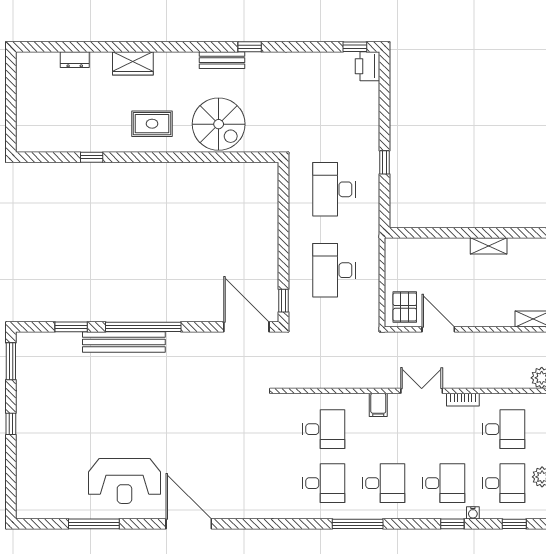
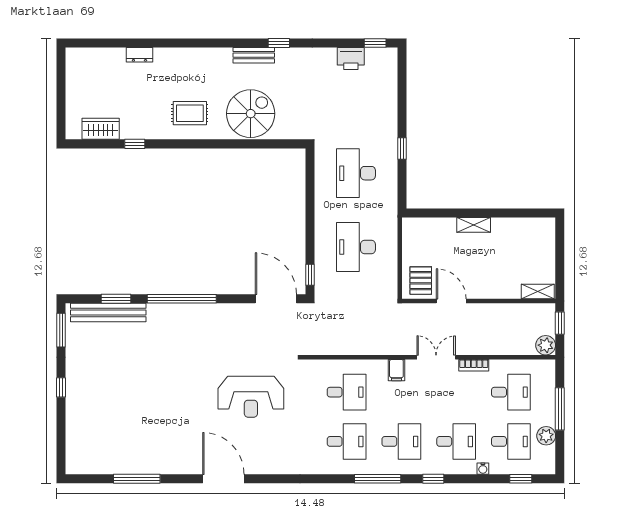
dresser: (75, 60) -> (139, 55), moved
wardrobe: (133, 63) -> (101, 129), moved, turned 180
printer: (367, 66) -> (351, 58), moved, turned -90
spiral stairs: (219, 124) -> (251, 114), turned -90
shelving: (489, 246) -> (474, 225), moved
bench: (124, 342) -> (108, 313), moved
reception desk: (124, 481) -> (251, 397), moved
window: (452, 524) -> (433, 479), moved

